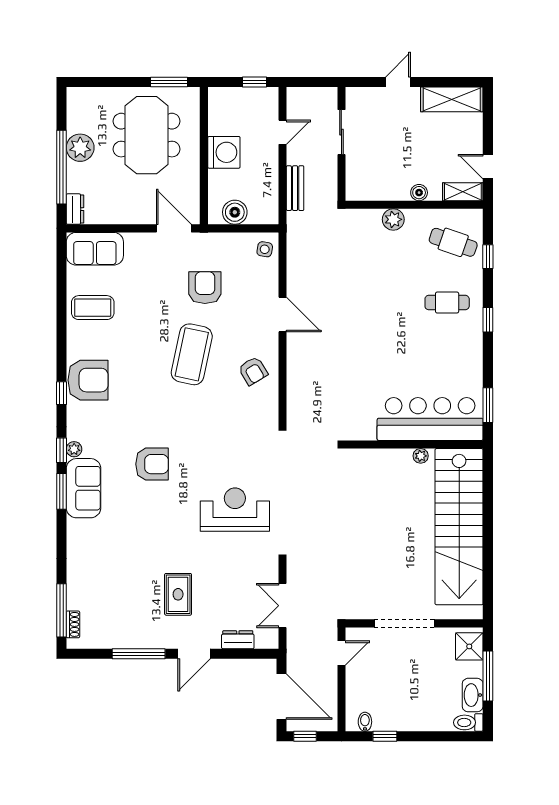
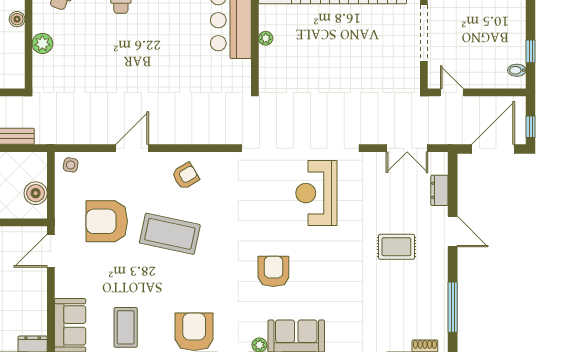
armchair: (205, 288) -> (107, 221), width x1.36, depth x1.36
plant: (421, 456) -> (266, 38), moved
window: (139, 654) -> (453, 307), moved

